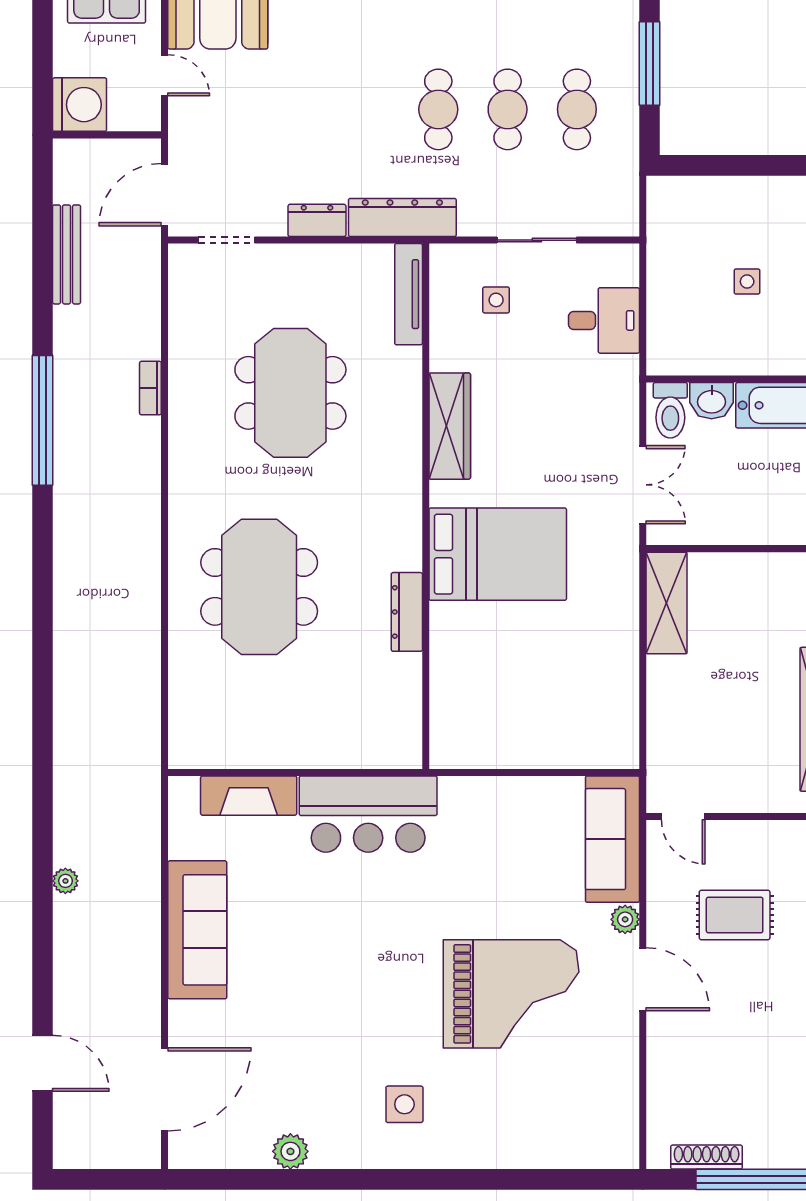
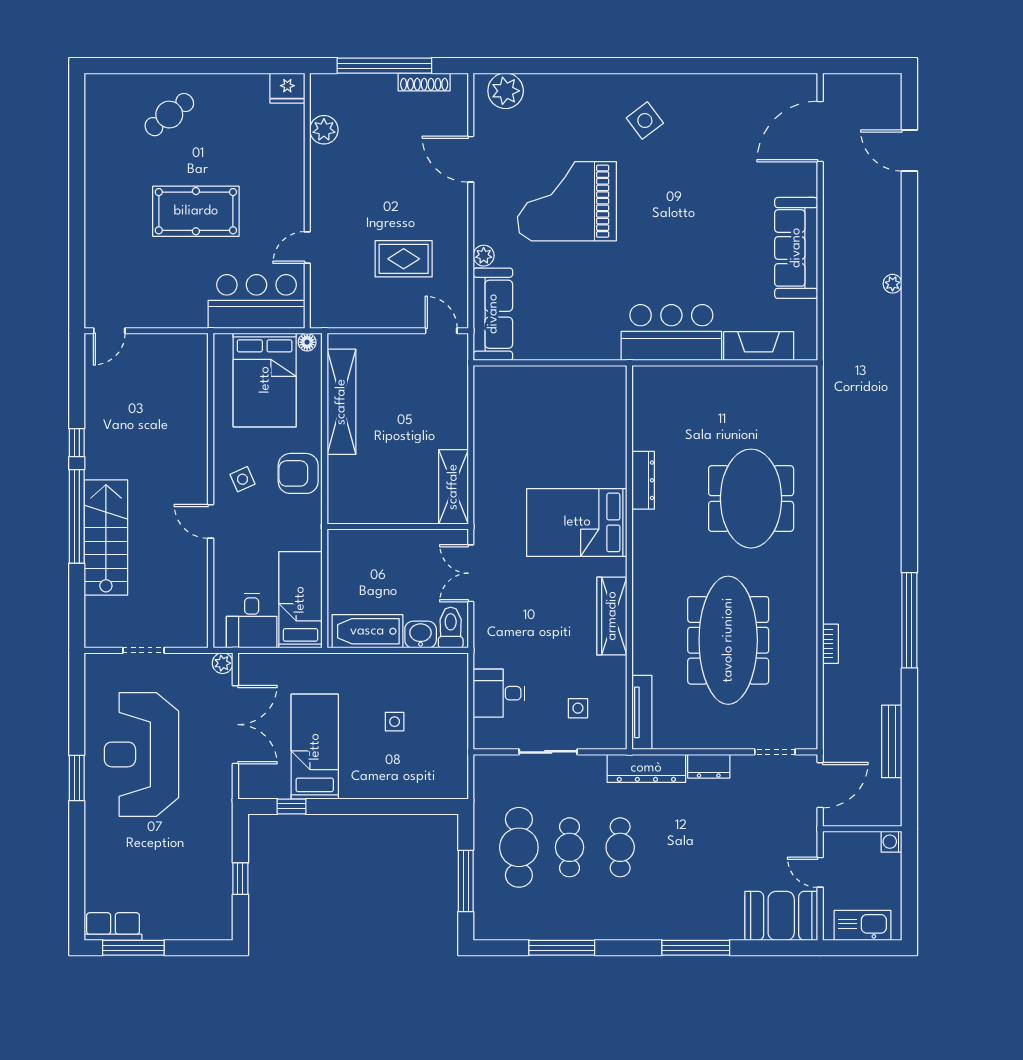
washing machine: (80, 105) -> (891, 842), width x0.53, depth x0.53
cafe table: (577, 109) -> (519, 847), width x1.37, depth x1.35
meeting table: (290, 393) -> (728, 640), width x1.36
door: (643, 979) -> (471, 159), moved
side table: (404, 1104) -> (645, 121), turned -37
plant: (290, 1151) -> (506, 91), moved, width x1.36, depth x1.36

